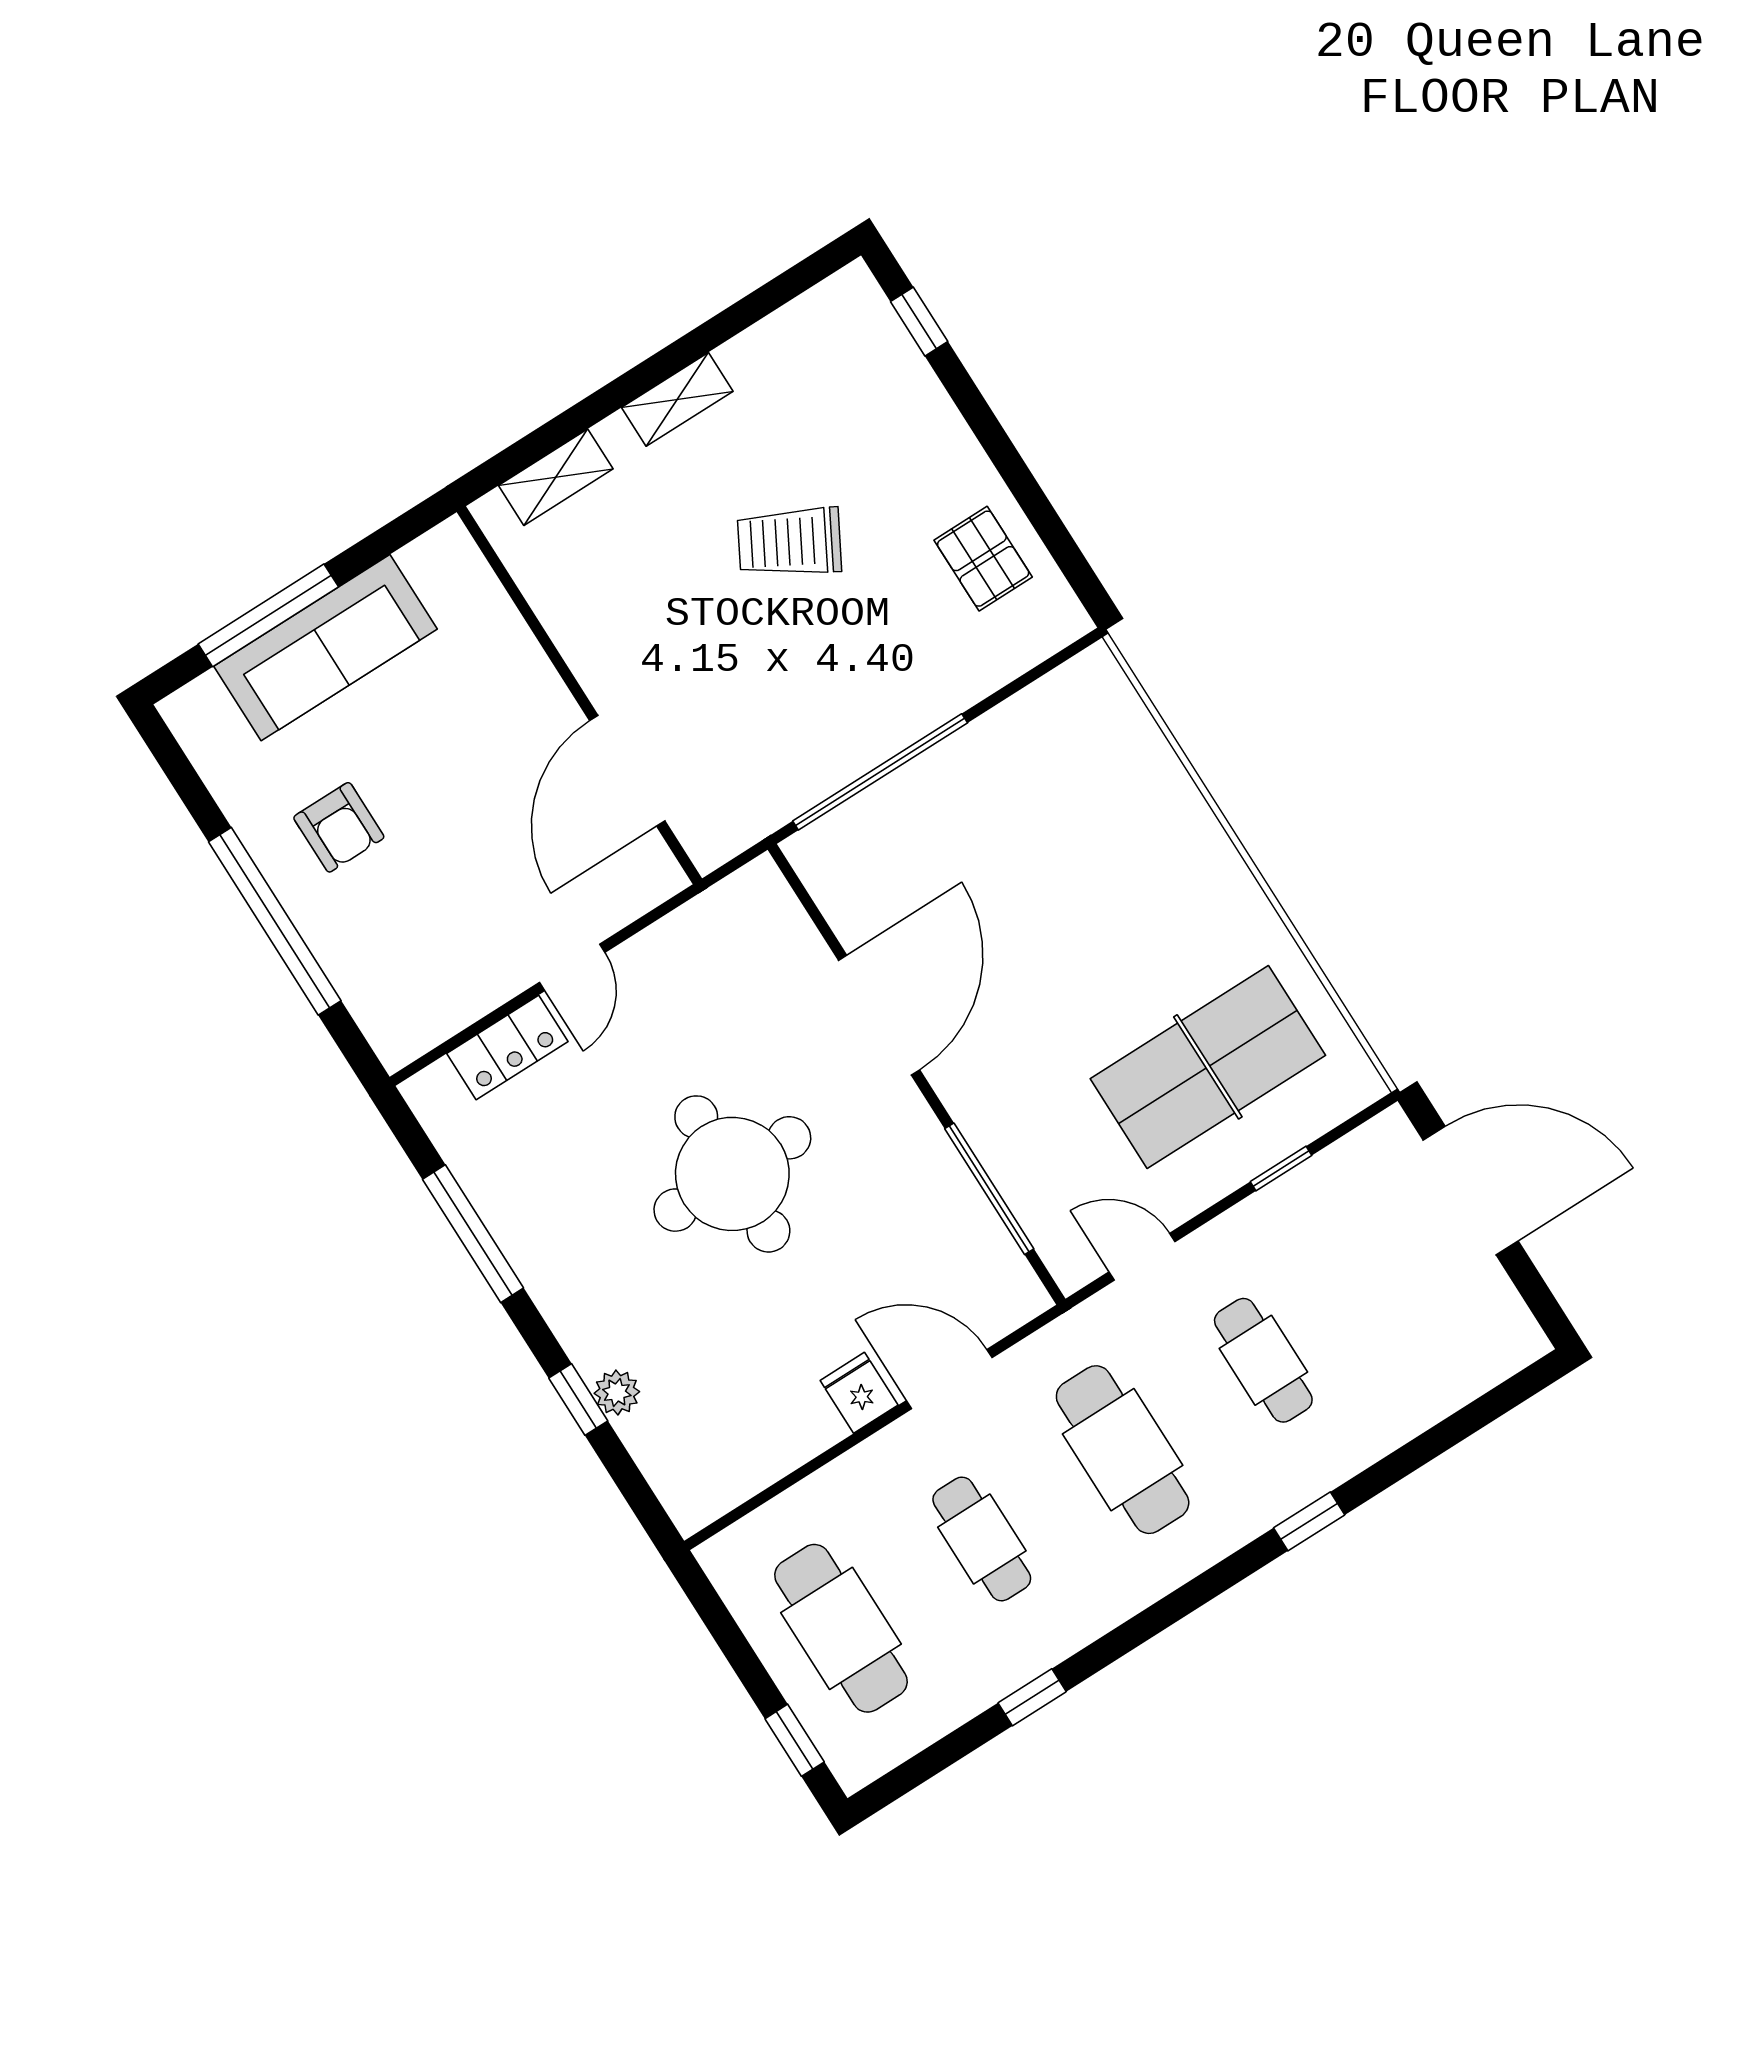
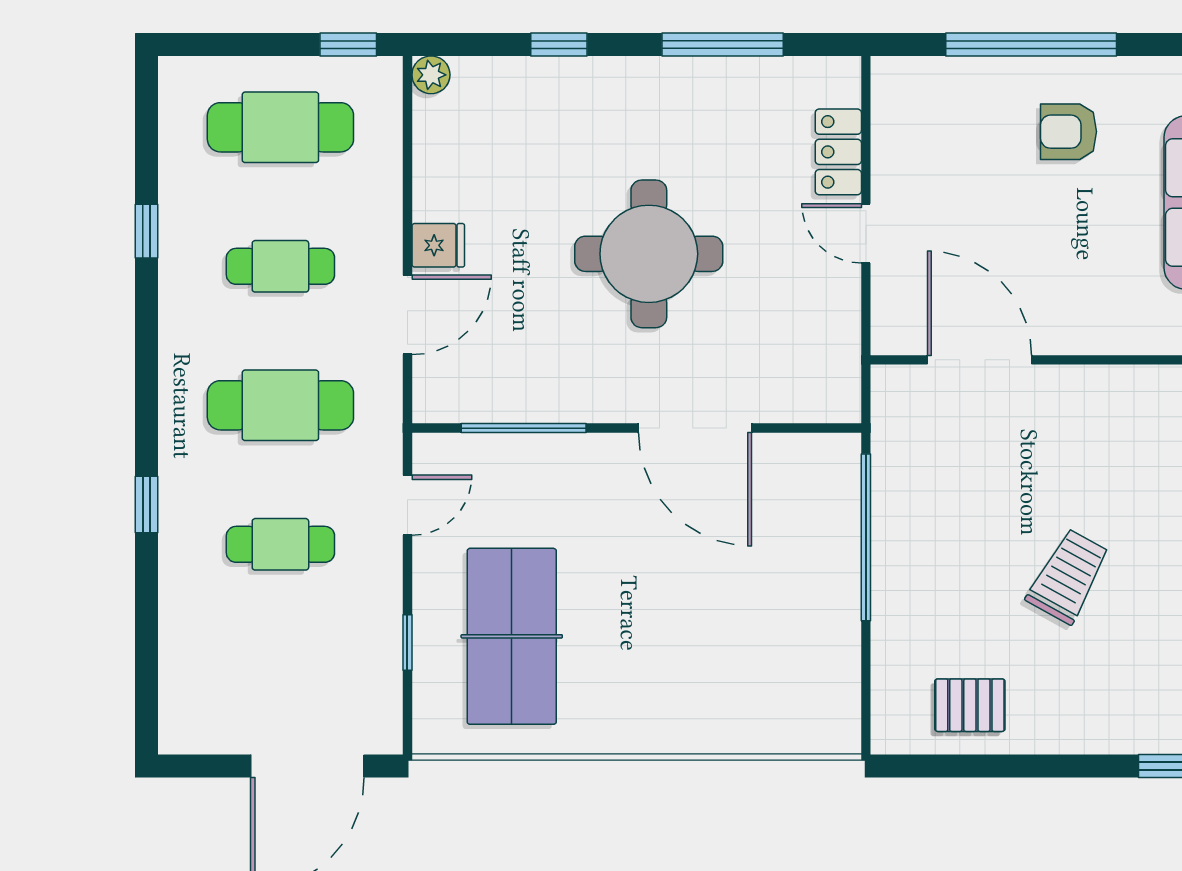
plant: (617, 1393) -> (431, 75), moved
window: (795, 1740) -> (348, 45), moved

